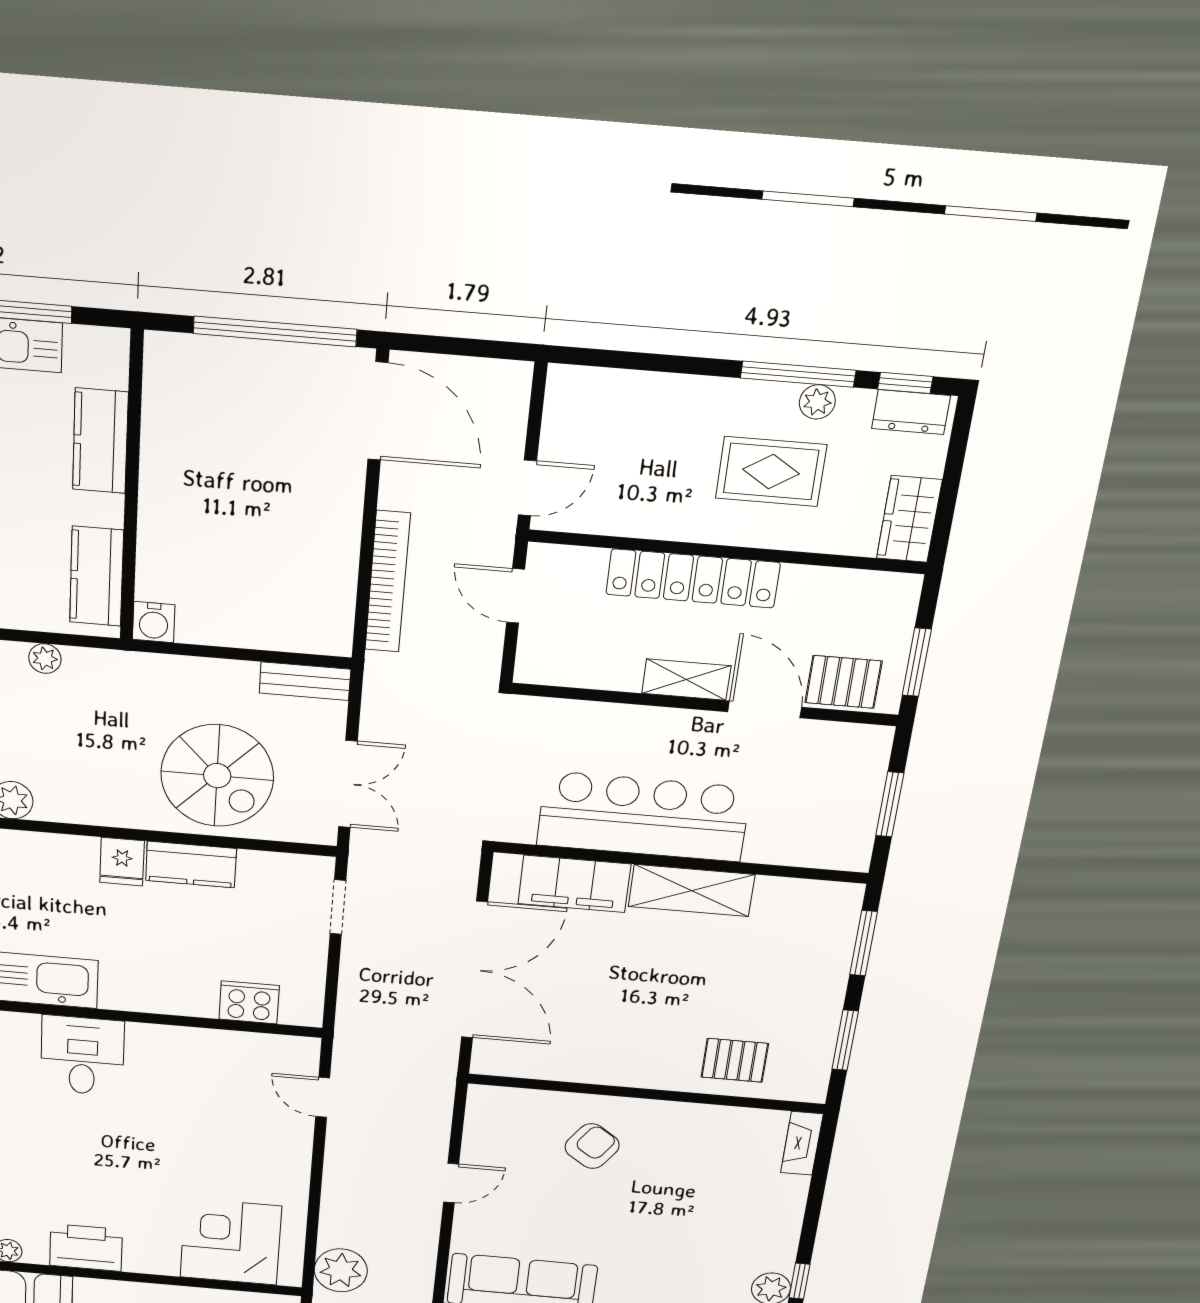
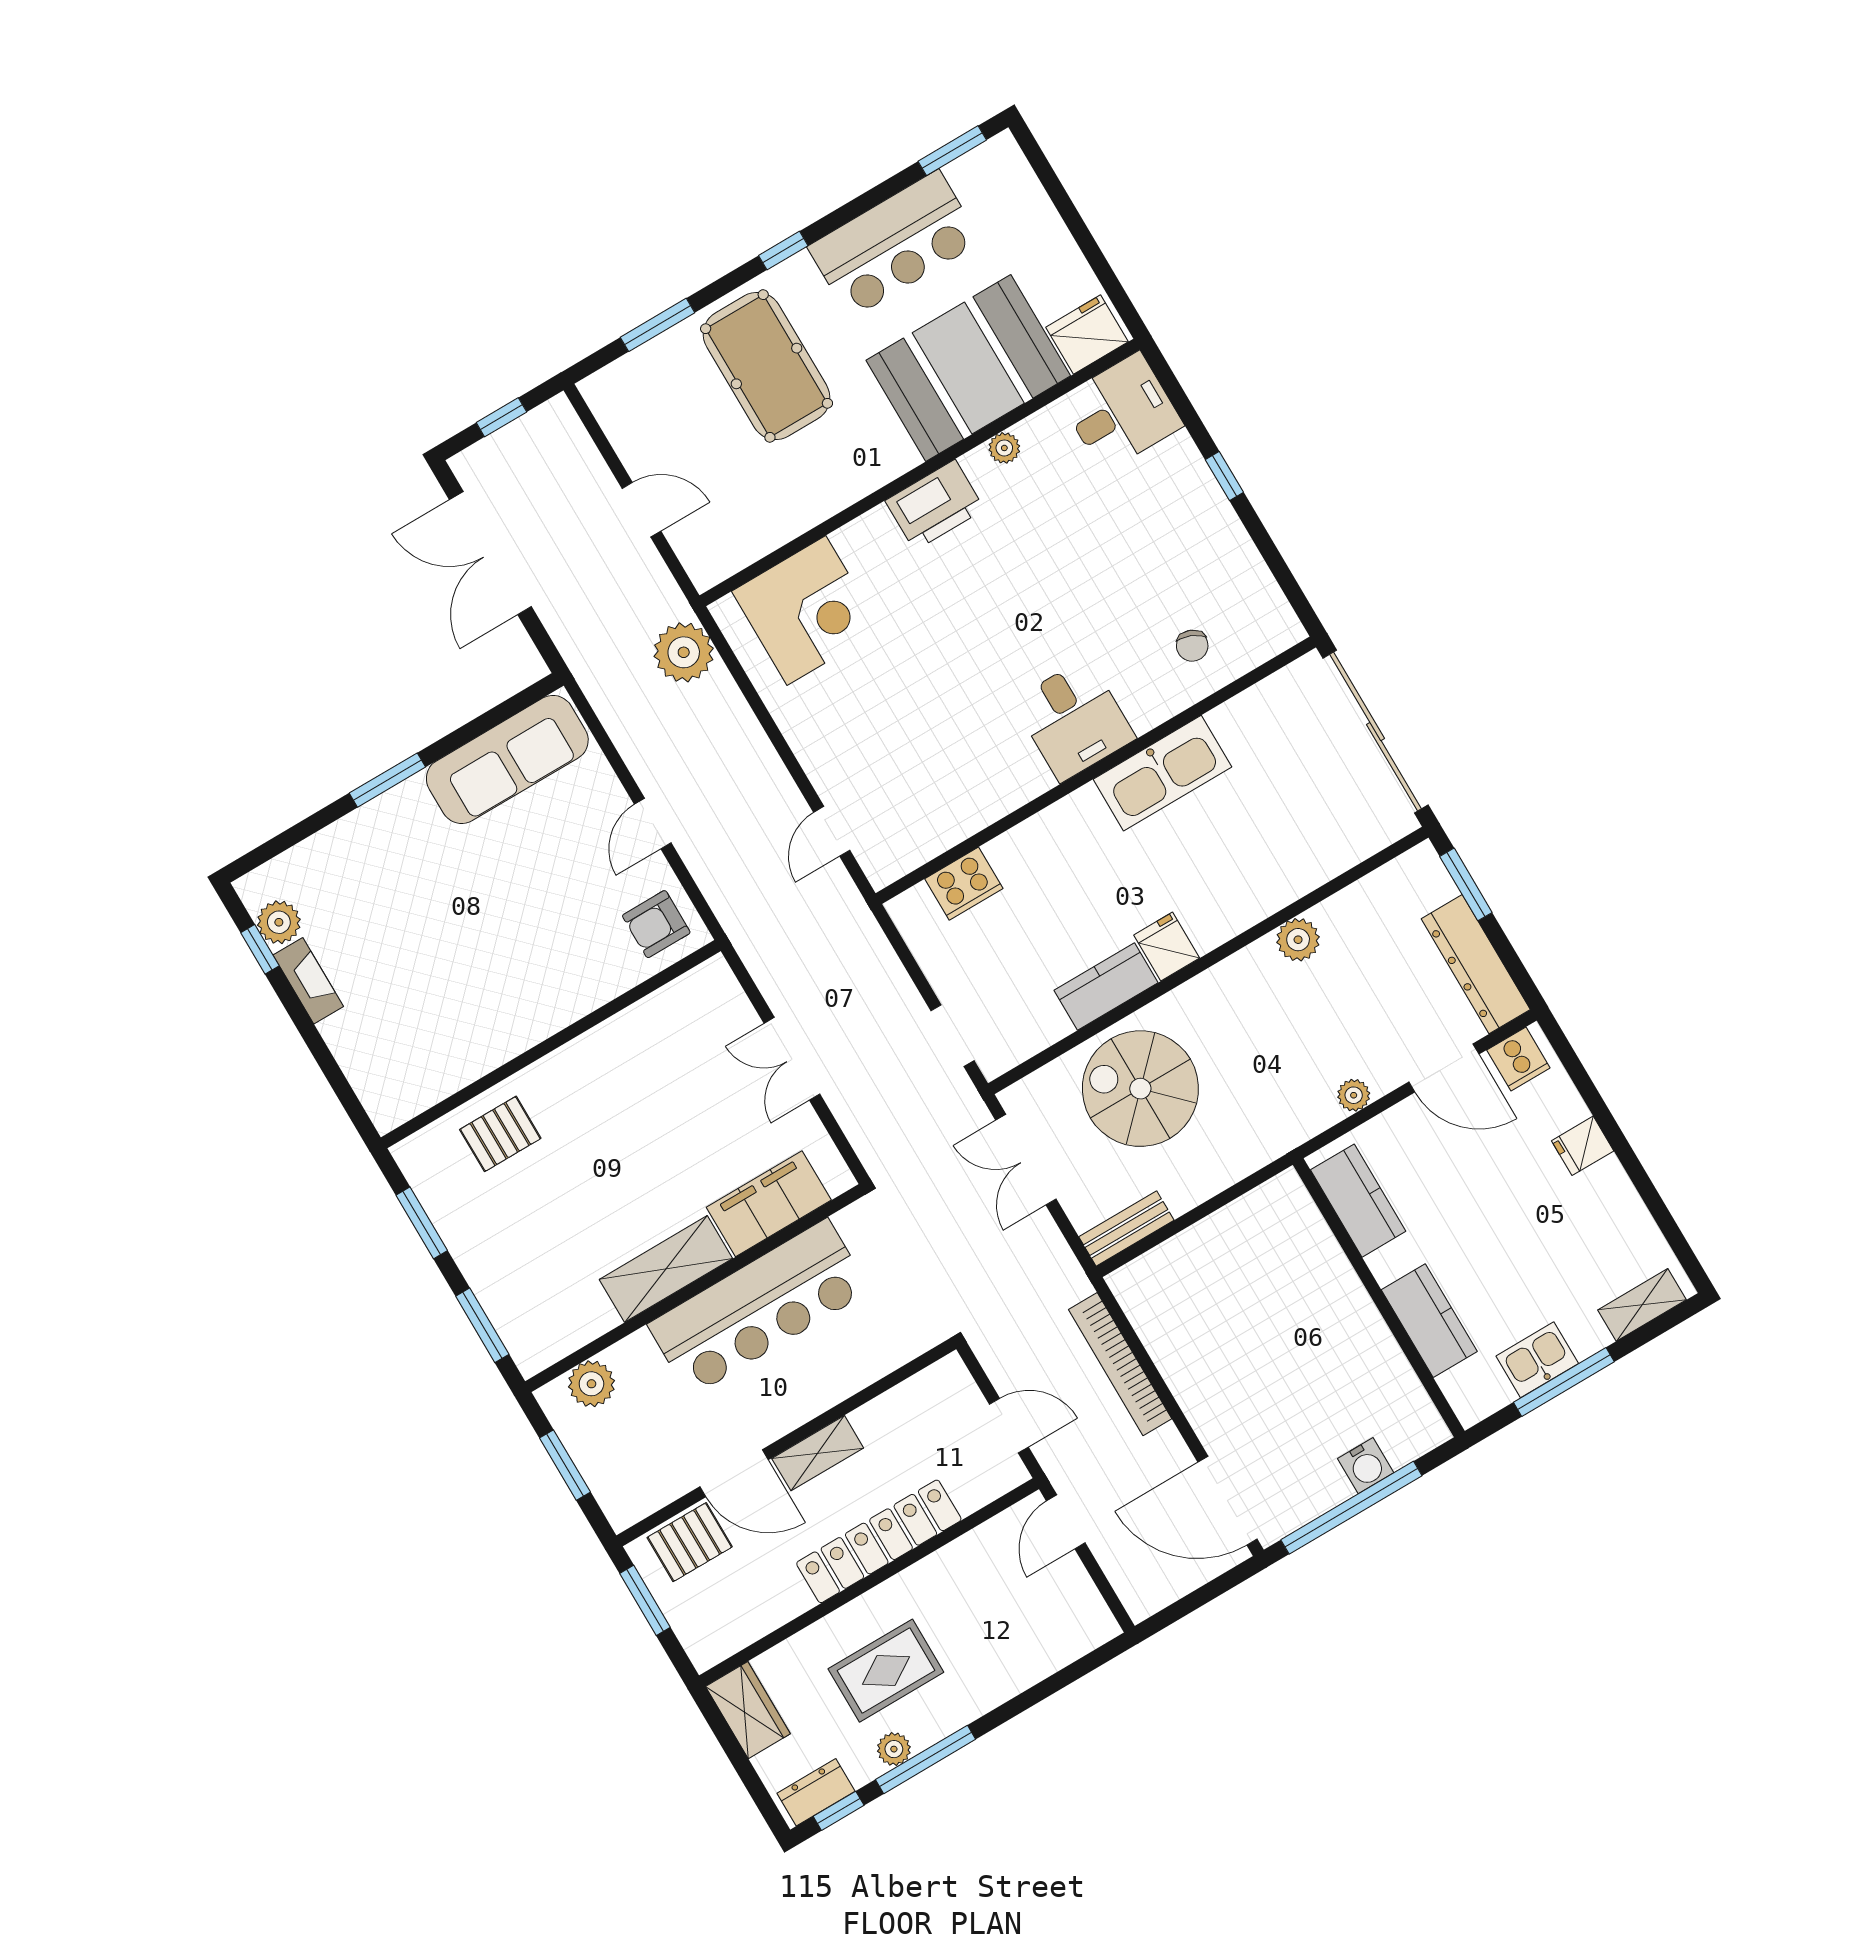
water cooler: (154, 622) -> (1366, 1466), moved, turned 180
plant: (818, 848) -> (591, 1384), added
double door: (474, 970) -> (792, 1059), width x0.54
door: (323, 1097) -> (832, 831), swing flipped
fireplace: (802, 1143) -> (308, 981), moved
armchair: (592, 1146) -> (656, 924), moved, turned 55

